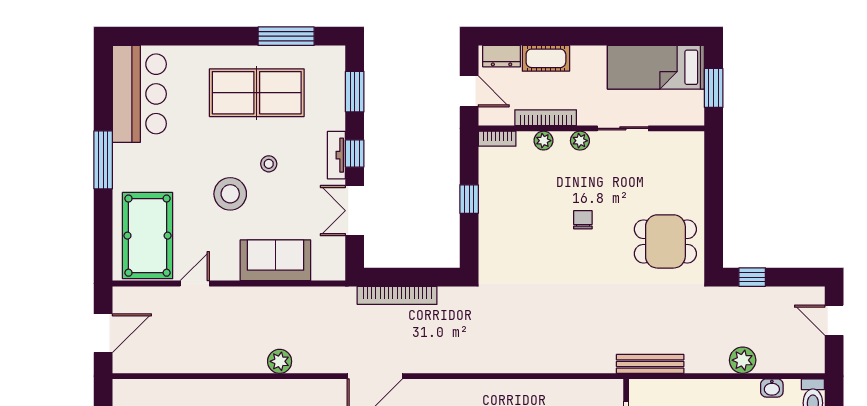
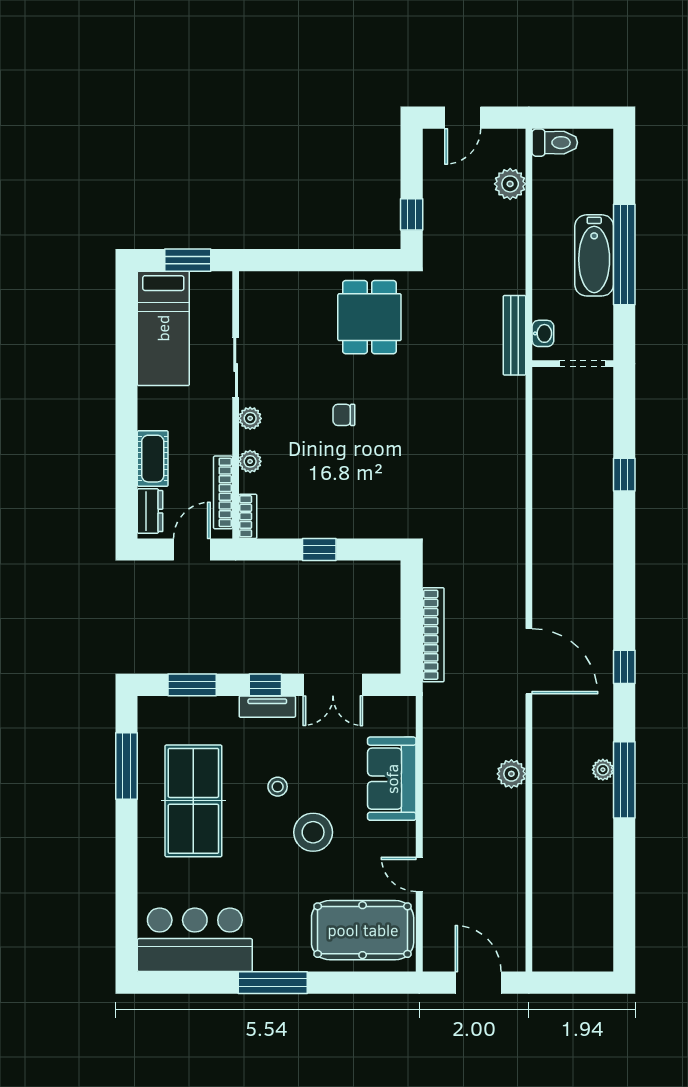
bookcase: (546, 118) -> (223, 492), moved
plant: (743, 360) -> (510, 184), moved
washbasin: (772, 388) -> (543, 333), moved

